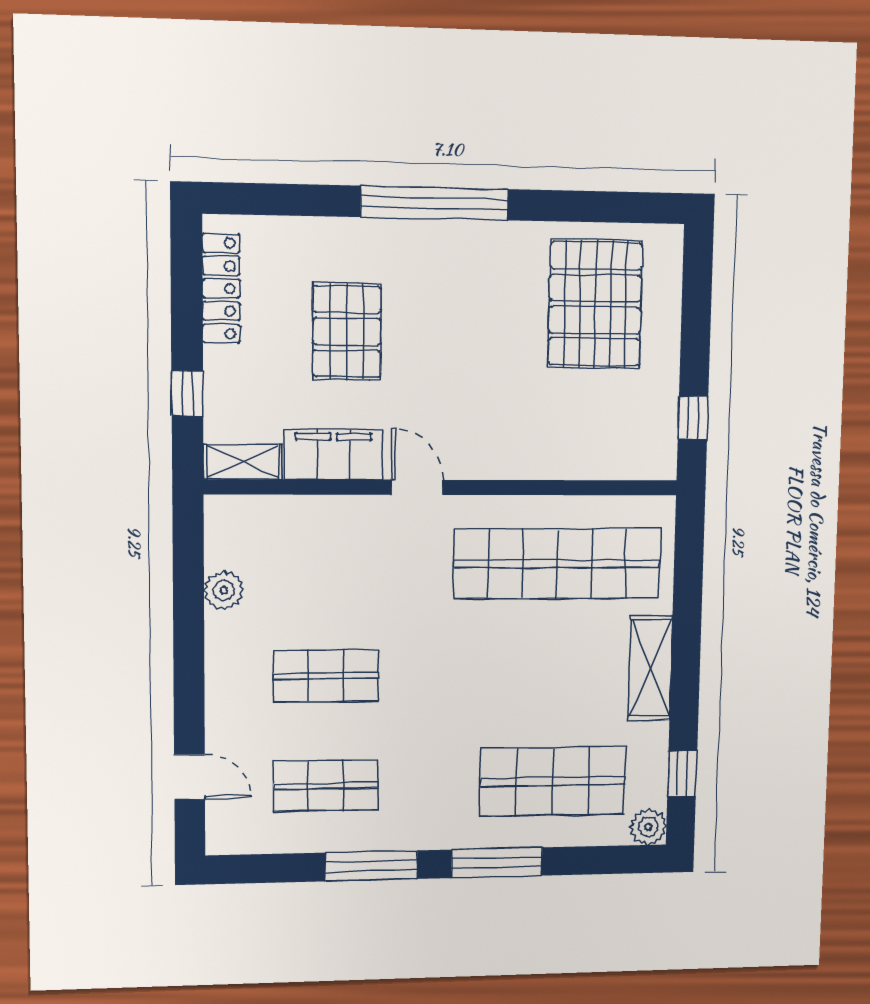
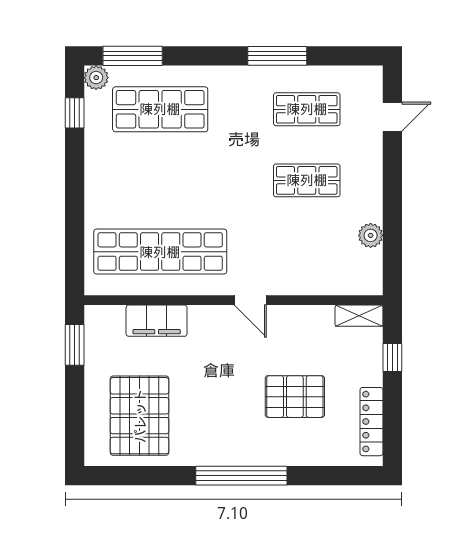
pallet: (347, 331) -> (295, 397), turned 90
window: (693, 418) -> (75, 345), width x1.50
filing cabinet: (334, 454) -> (157, 321), moved
shelving: (650, 668) -> (98, 183), removed
door: (190, 777) -> (392, 117), swing flipped
window: (497, 863) -> (133, 56), moved

